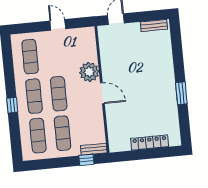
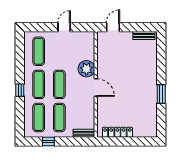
door: (58, 25) -> (64, 27), hinge flipped
locker: (150, 143) -> (117, 132), moved
window: (86, 160) -> (48, 142), moved

